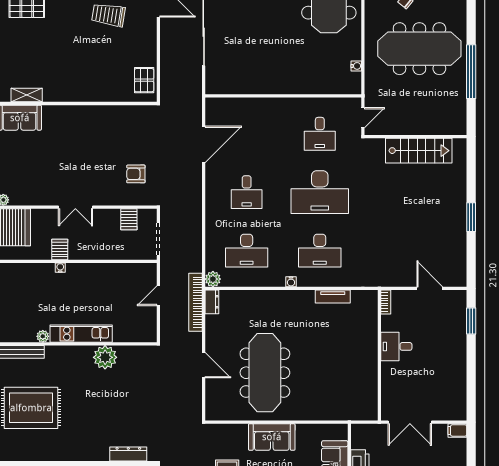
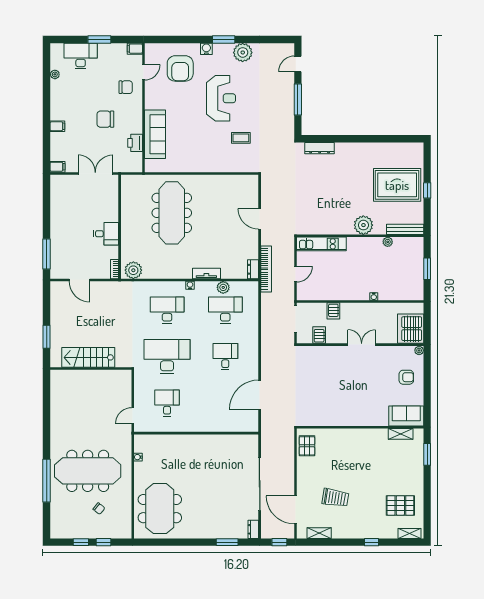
window: (471, 72) -> (47, 481), moved
wall: (415, 137) -> (91, 369), moved
stairs: (419, 151) -> (88, 357), moved
armchair: (136, 174) -> (406, 377), moved
server rack: (60, 249) -> (333, 311), moved
plant: (213, 279) -> (223, 287), moved
tv unit: (333, 296) -> (206, 274), moved
plant: (362, 301) -> (133, 270), added
window: (471, 321) -> (47, 254), width x1.44
kitchen unit: (81, 334) -> (321, 244), moved
plant: (105, 357) -> (363, 225), moved
meeting table: (265, 373) -> (172, 213), moved
sofa: (272, 437) -> (205, 162), removed

